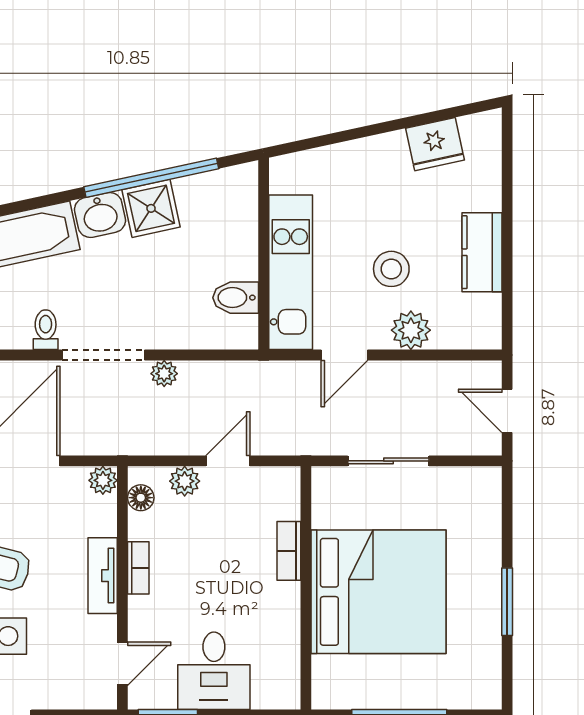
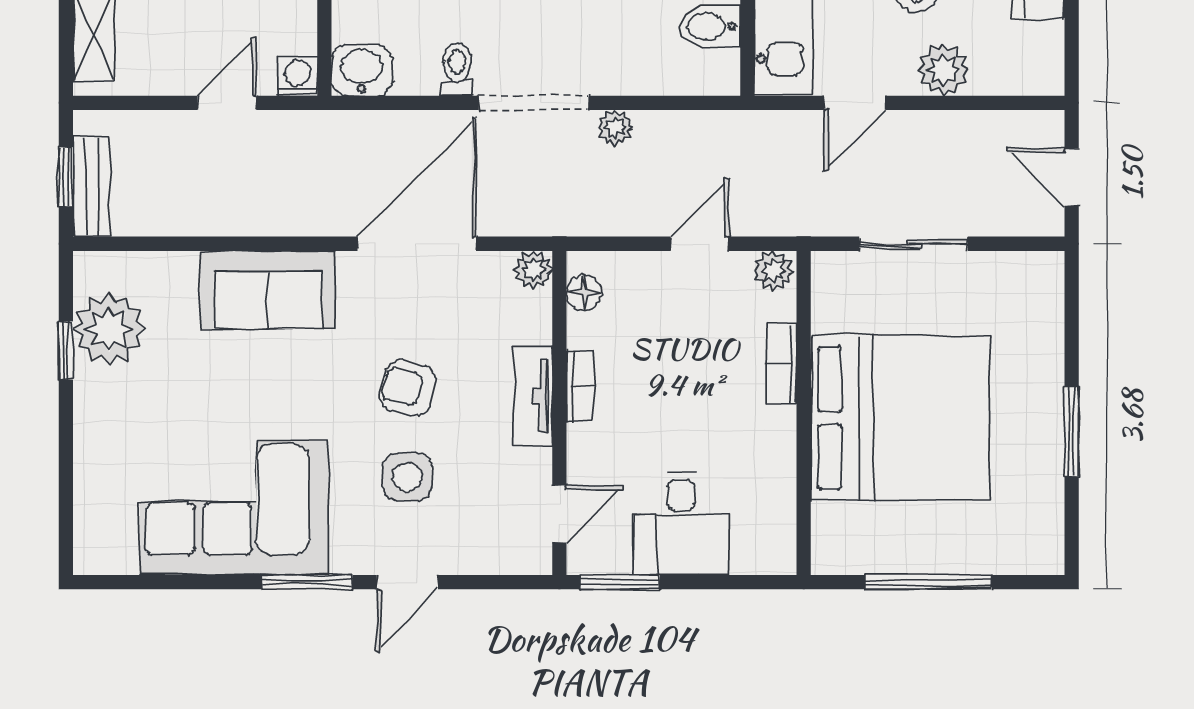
plant: (185, 481) -> (773, 271), moved

